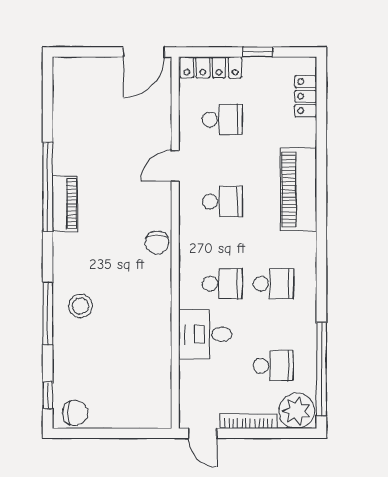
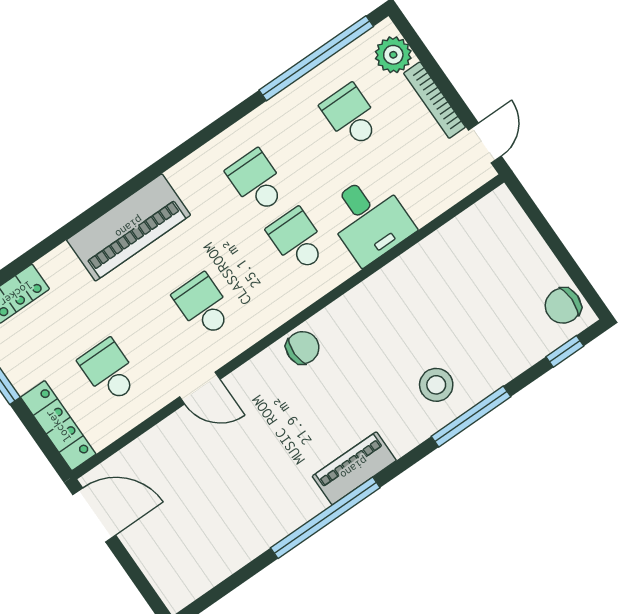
piano: (65, 204) -> (354, 468), moved
plant: (297, 411) -> (393, 55), width x0.73, depth x0.73
chair: (75, 413) -> (563, 306), turned -90

